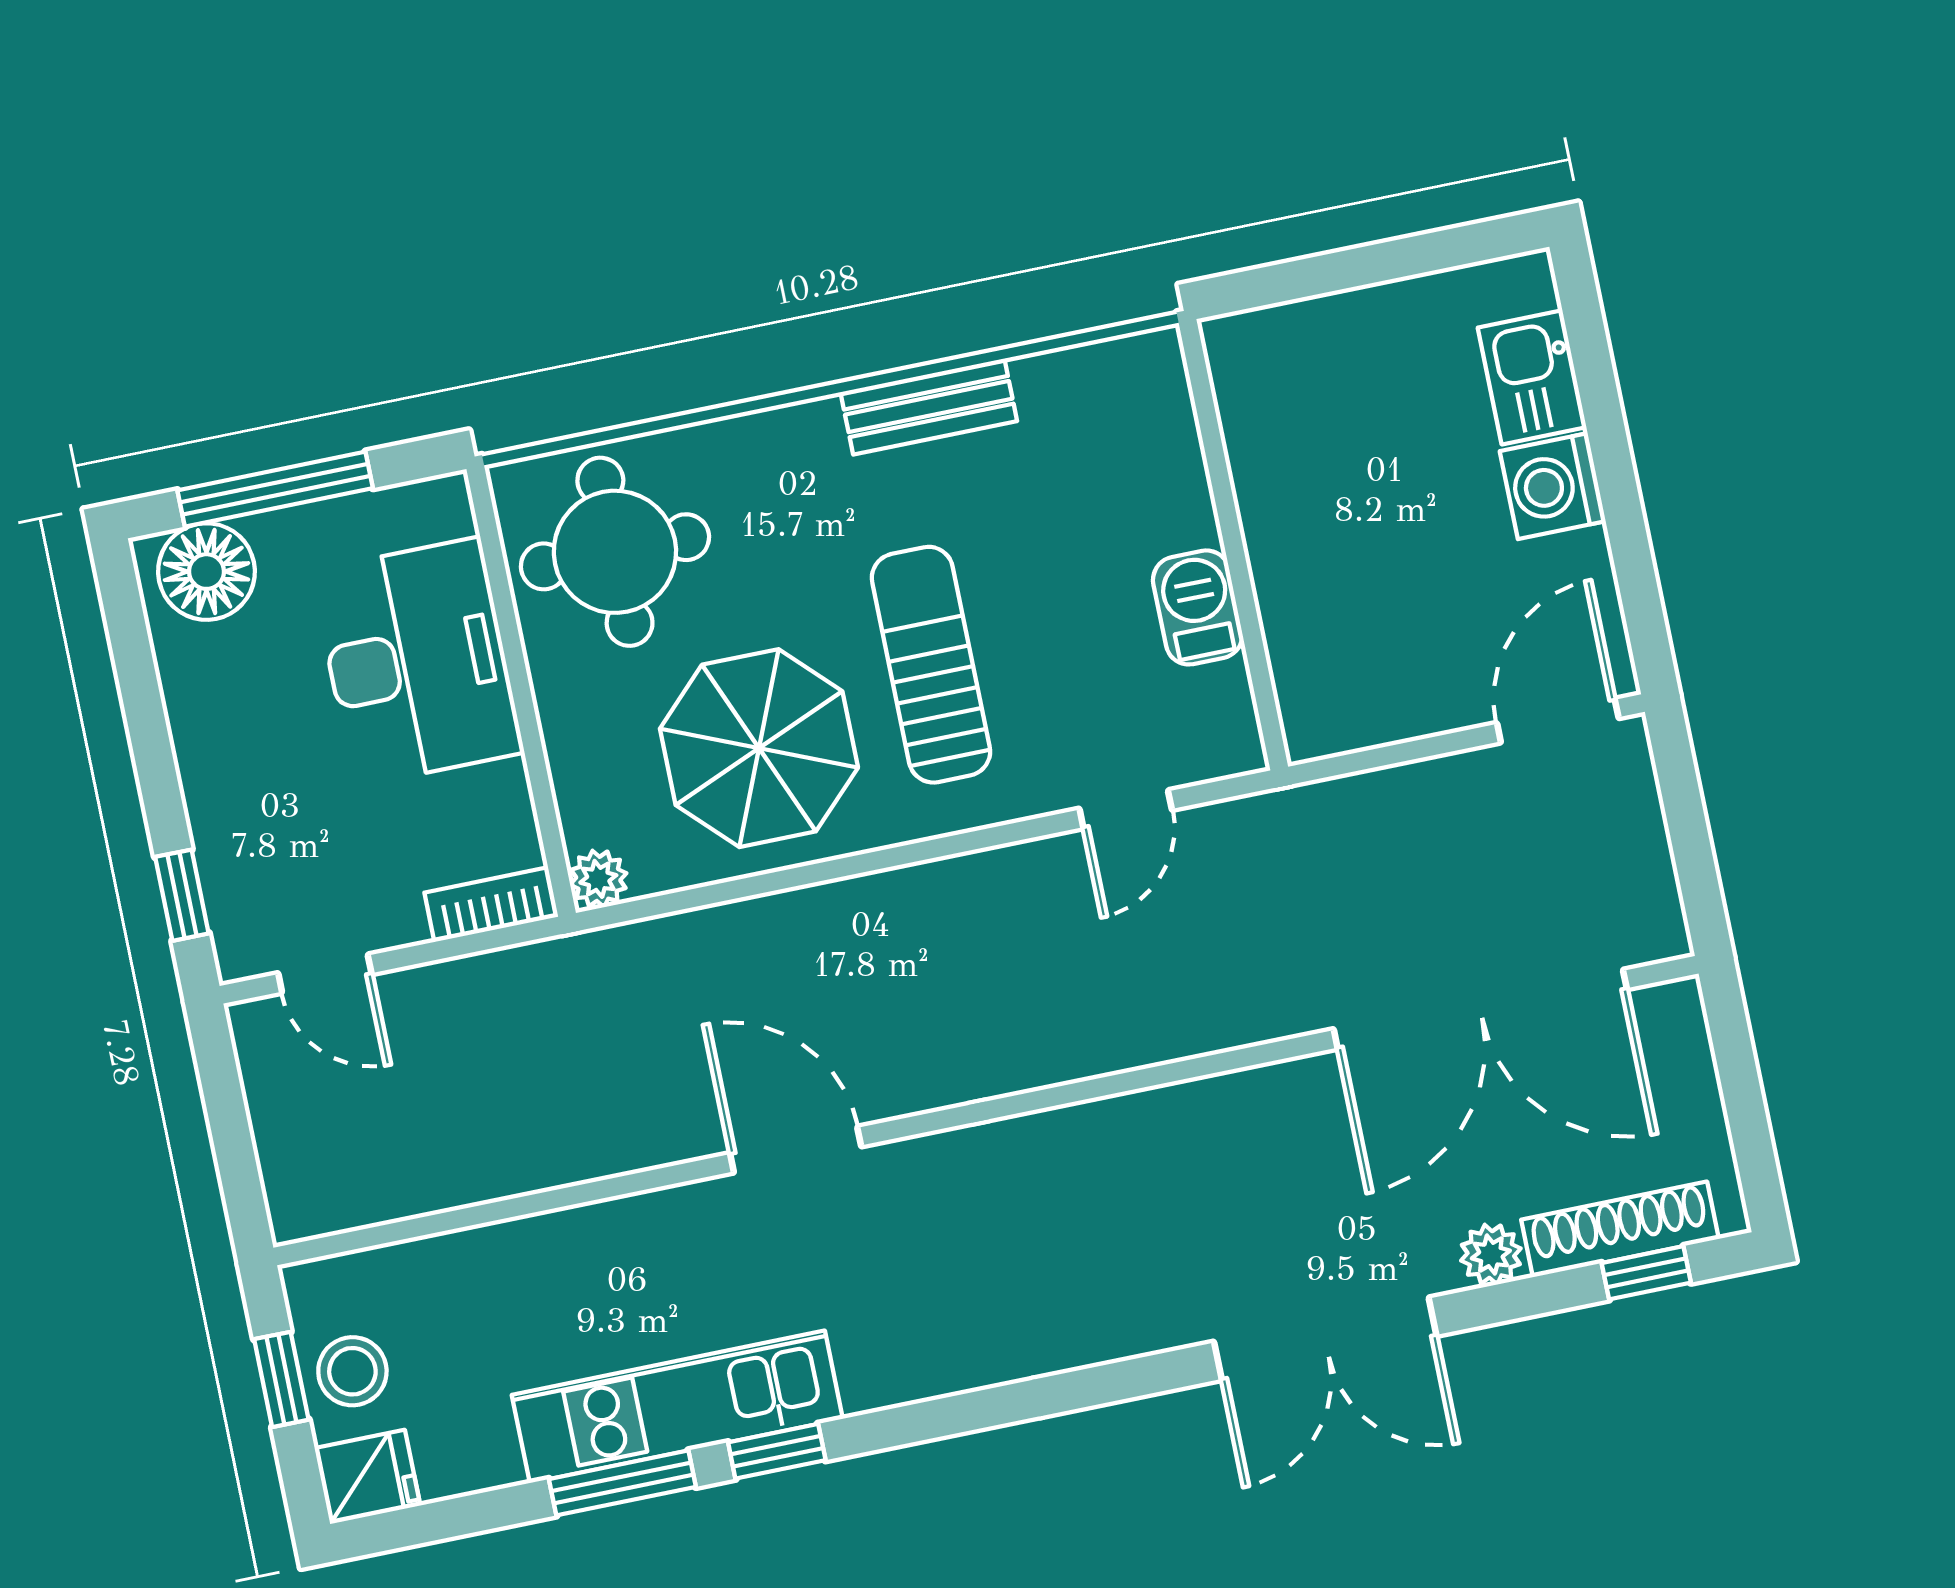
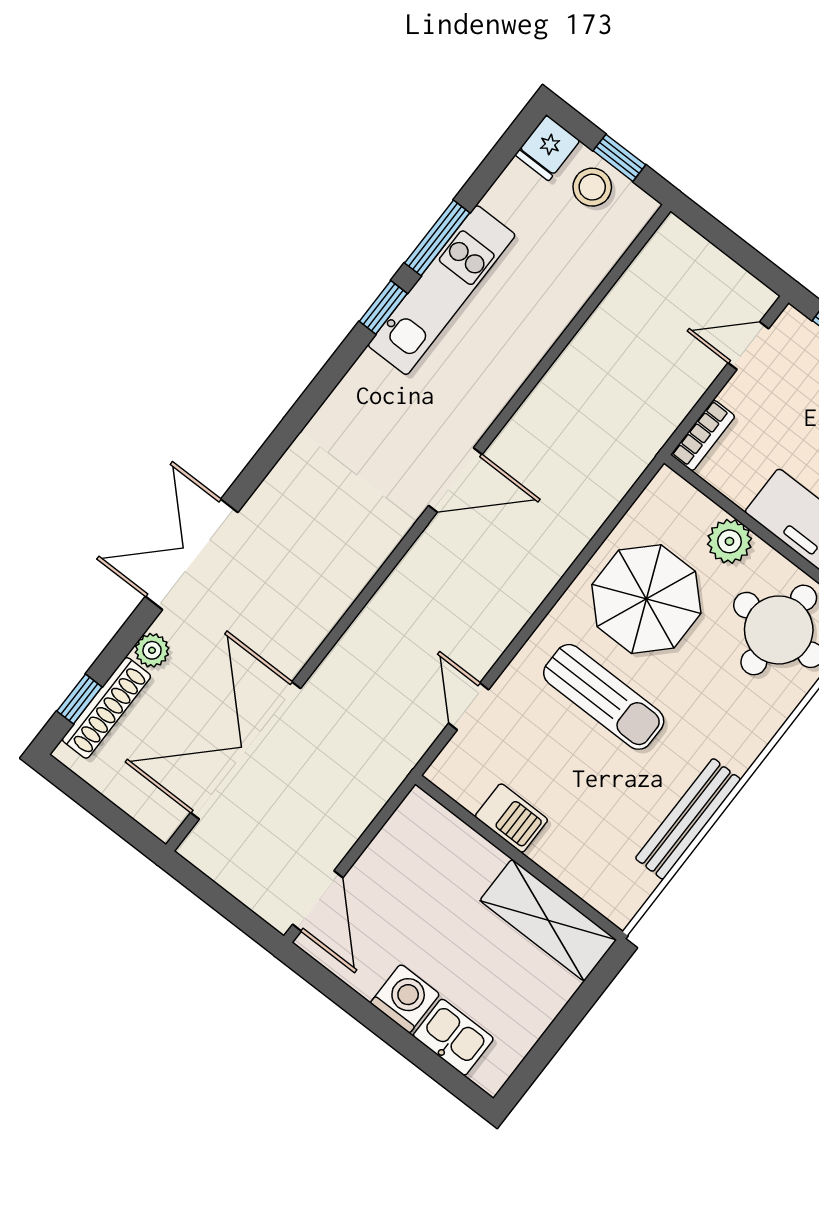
bench: (929, 407) -> (688, 819), width x1.36
shelving: (1267, 426) -> (548, 920), added
plant: (598, 879) -> (729, 541), moved, width x1.38, depth x1.38
door: (796, 1150) -> (455, 480), moved

